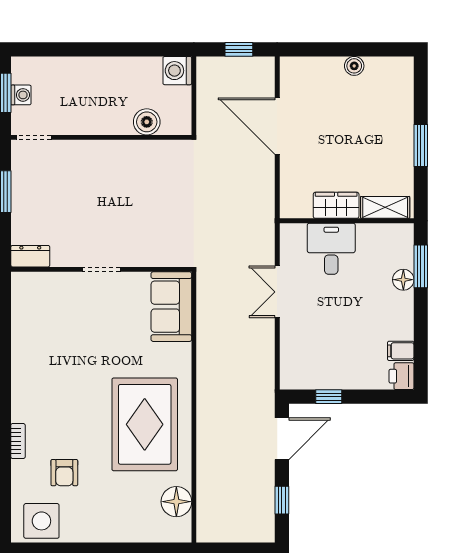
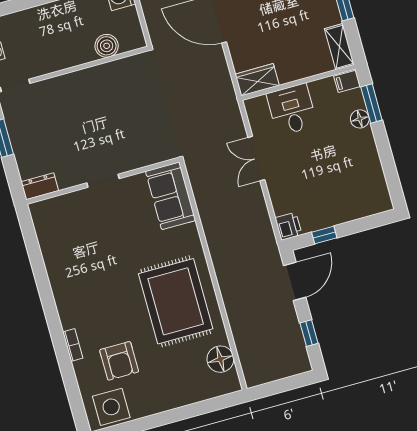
wardrobe: (336, 205) -> (257, 80), moved
shelving: (385, 207) -> (339, 47), moved, turned 90
filing cabinet: (401, 351) -> (347, 81), moved
printer: (401, 376) -> (288, 226), moved, turned 180
armchair: (64, 473) -> (119, 361), width x1.38, depth x1.38

